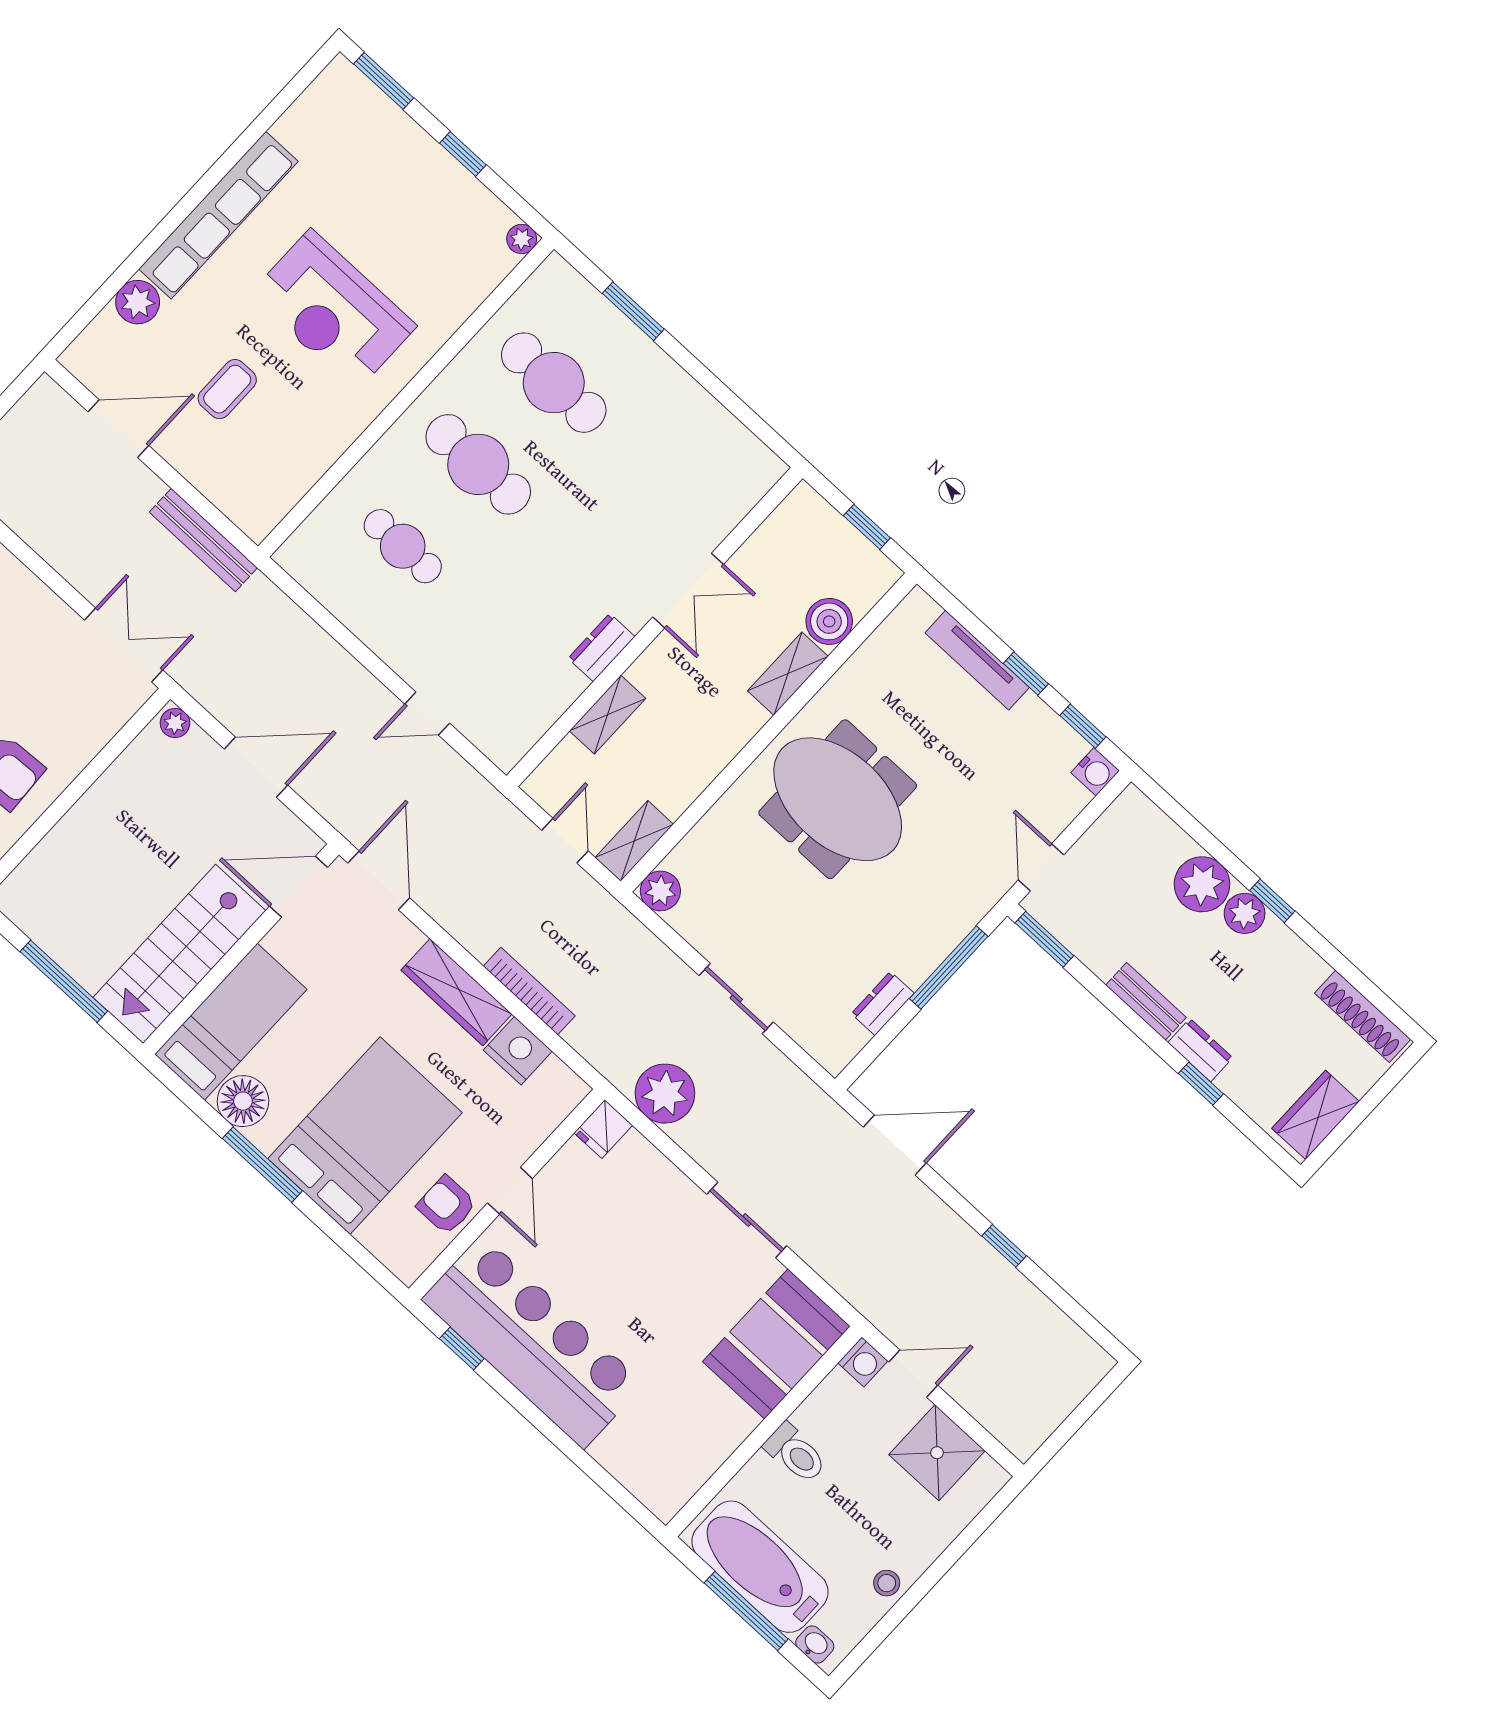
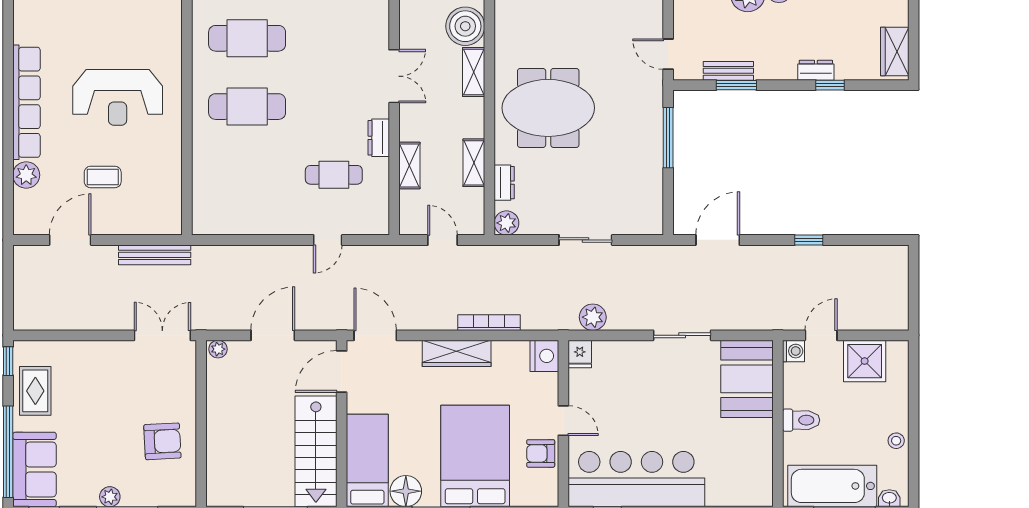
coffee table: (227, 389) -> (103, 177), turned 90
cafe table: (403, 546) -> (334, 175), moved
boiler: (829, 621) -> (465, 26), width x1.37, depth x1.37
shelving: (634, 841) -> (474, 163), moved
window: (1044, 939) -> (736, 85), moved
bench: (1146, 1001) -> (728, 71), moved
dresser: (883, 1003) -> (504, 183), moved, turned 180
nightstand: (518, 1051) -> (544, 356), moved, turned 90
plant: (665, 1094) -> (593, 317), width x0.73, depth x0.73

